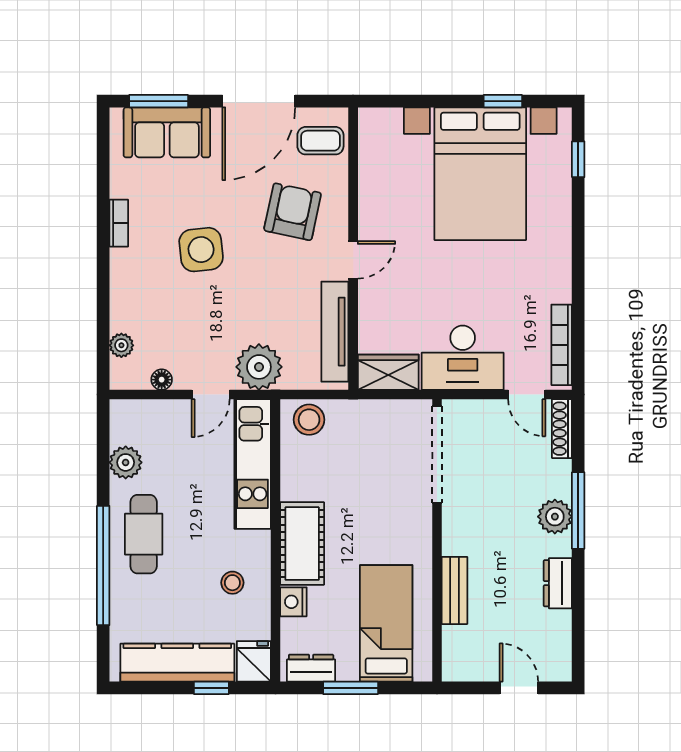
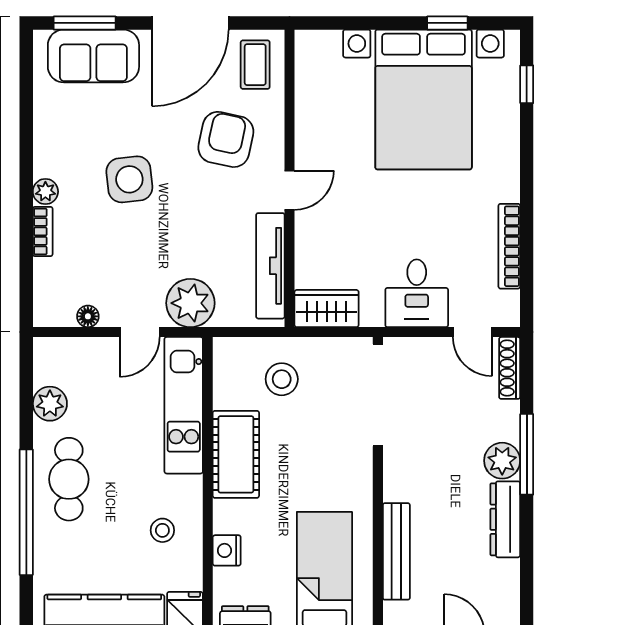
coffee table: (320, 141) -> (255, 65), turned 90
bookcase: (119, 223) -> (43, 231), moved
plant: (121, 345) -> (45, 192), moved
bookcase: (562, 345) -> (509, 246), moved
desk: (463, 358) -> (417, 293), width x0.73
stool: (309, 420) -> (282, 379), moved
cot: (302, 544) -> (236, 454), moved
dresser: (558, 583) -> (505, 519), width x1.44
bench: (454, 590) -> (396, 551), width x1.36

